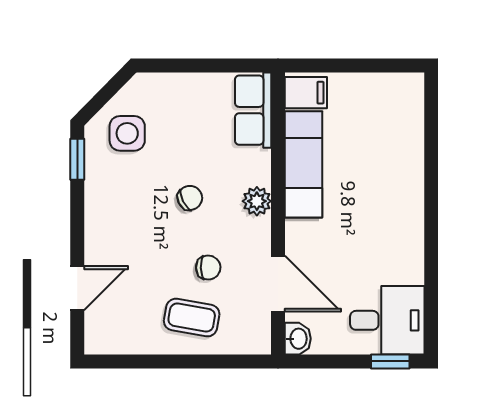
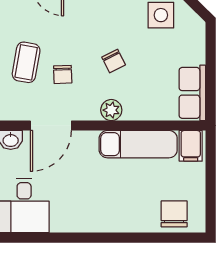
row of seats: (253, 110) -> (192, 93), moved, turned -90
chair: (399, 115) -> (174, 214), added

